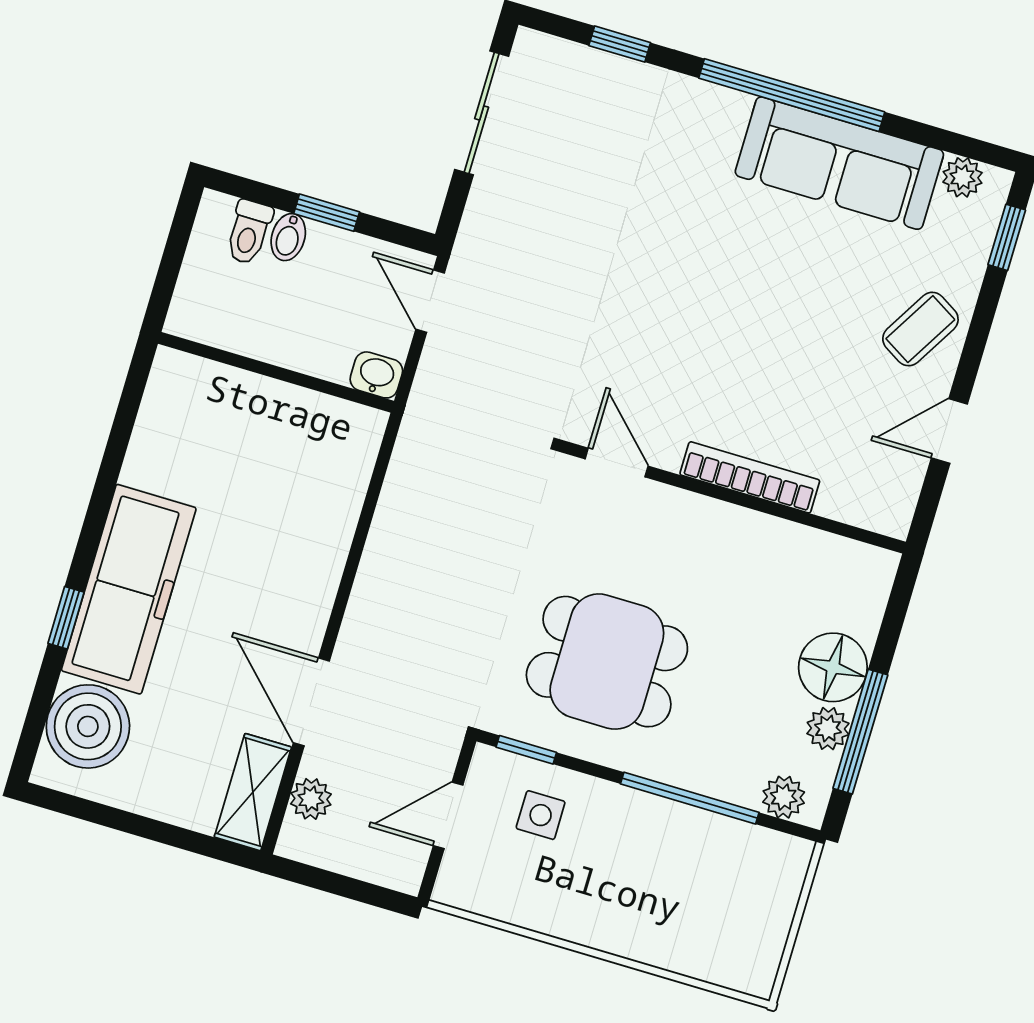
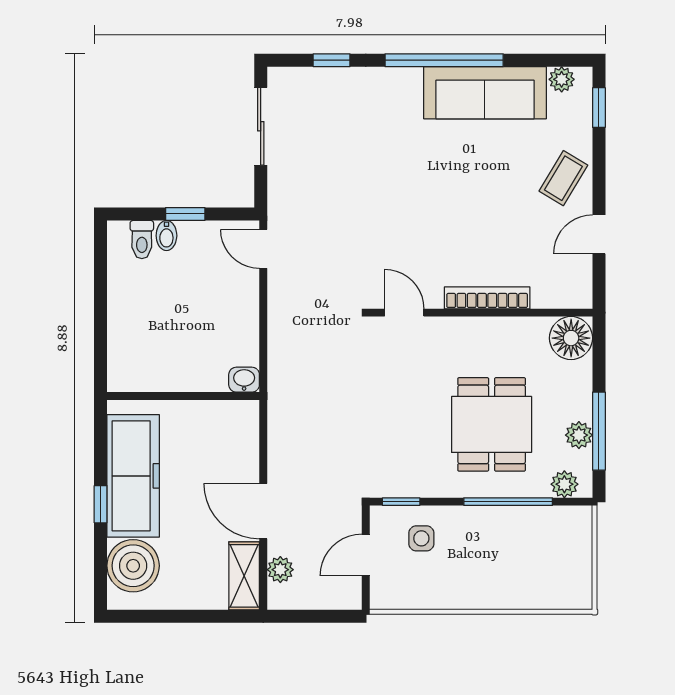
wall: (276, 372) -> (183, 396), moved
washbasin: (376, 375) -> (244, 380), moved
dining table: (607, 662) -> (492, 424), moved, turned 90
floor lamp: (833, 667) -> (571, 338), moved

